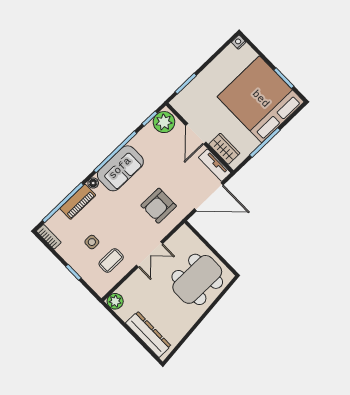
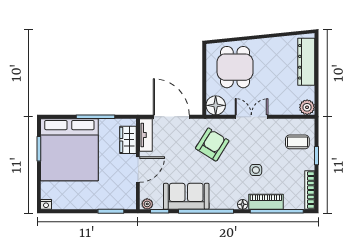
plant: (164, 122) -> (147, 204), width x0.53, depth x0.53
sofa: (120, 168) -> (186, 196), moved
armchair: (159, 206) -> (212, 145), turned -58
bookcase: (49, 237) -> (310, 190), width x1.56
floor lamp: (184, 237) -> (216, 105), added
side table: (92, 242) -> (256, 170), moved
coffee table: (111, 260) -> (297, 142), moved
dining table: (197, 279) -> (235, 67), width x0.73

